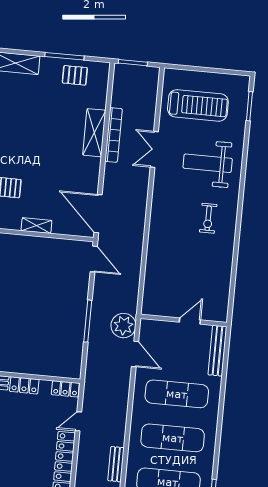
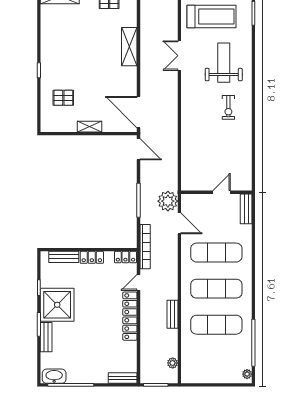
bookcase: (114, 135) -> (145, 247), moved
weight bench: (208, 163) -> (224, 63), turned 90
bench: (217, 351) -> (246, 209), width x0.73

